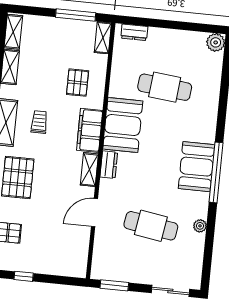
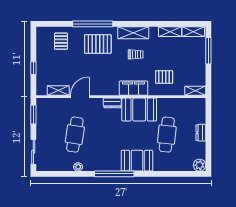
window: (76, 15) -> (208, 51), moved
dresser: (134, 32) -> (201, 133), moved
booth: (197, 167) -> (137, 161), moved
shelving: (89, 170) -> (58, 91), moved
door: (94, 213) -> (80, 97), hinge flipped
window: (24, 276) -> (33, 68), moved

